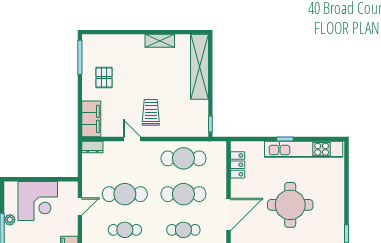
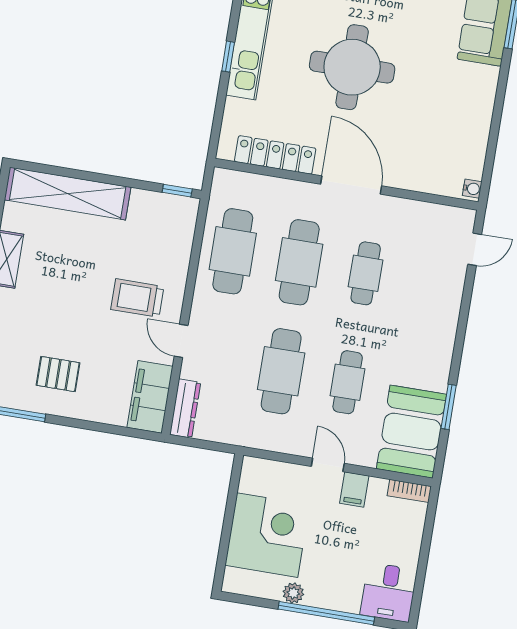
filing cabinet: (91, 119) -> (150, 397), moved, turned -90
door: (132, 139) -> (181, 341), hinge flipped
dresser: (92, 147) -> (185, 408), width x1.44
locker: (238, 165) -> (275, 155), width x1.53
door: (80, 206) -> (328, 465), moved

